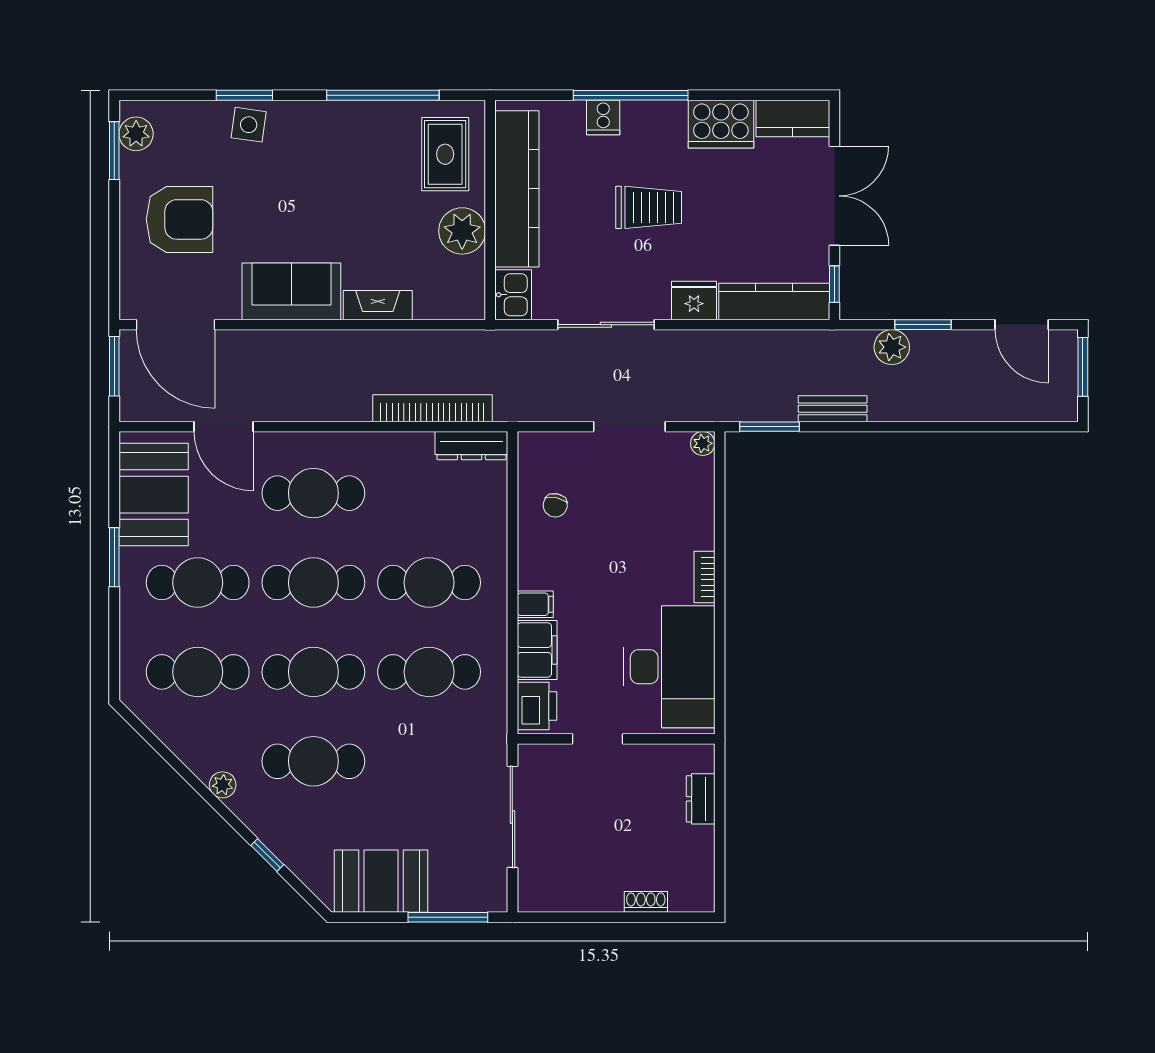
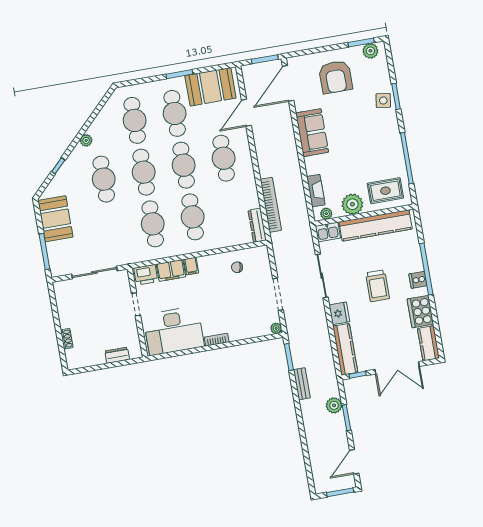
cooker: (603, 117) -> (418, 280), moved
plant: (473, 291) -> (326, 214), added
fireplace: (378, 305) -> (316, 191), moved

